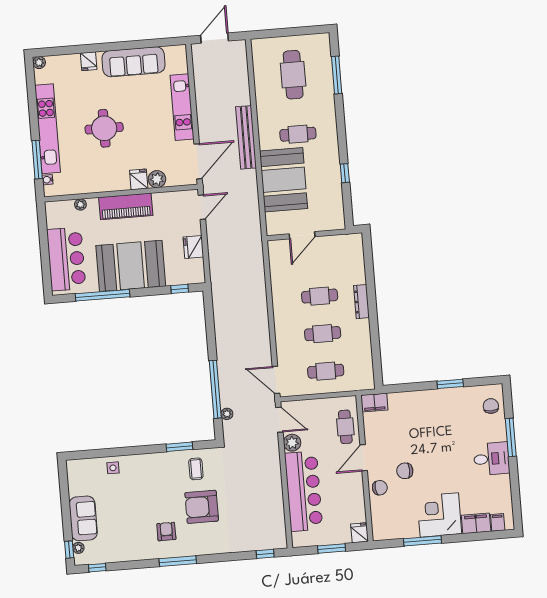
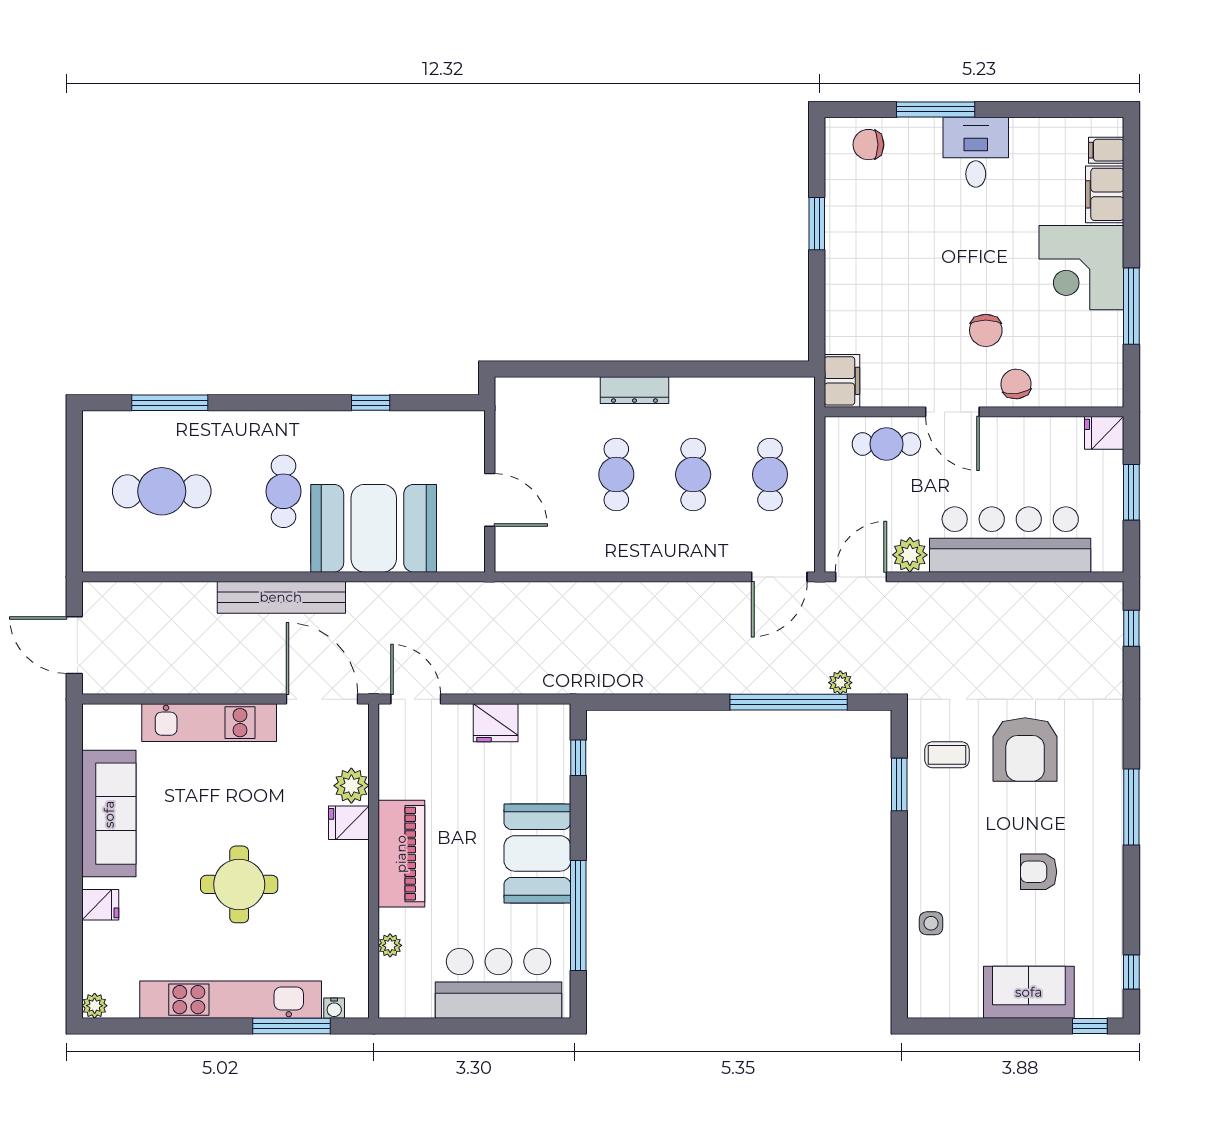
booth: (131, 266) -> (537, 853), width x0.73, depth x0.70
armchair: (166, 532) -> (1039, 872), moved
plant: (78, 548) -> (1088, 1007), removed

